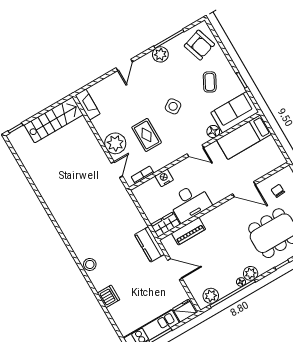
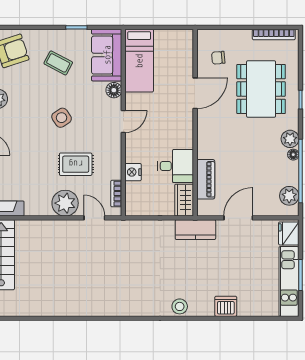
desk: (190, 202) -> (175, 166), width x0.73

